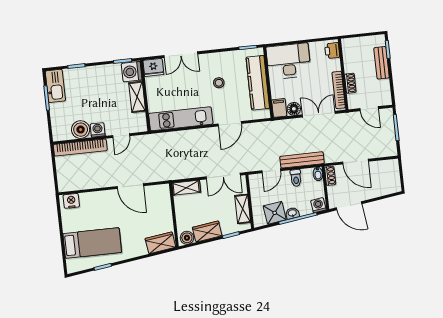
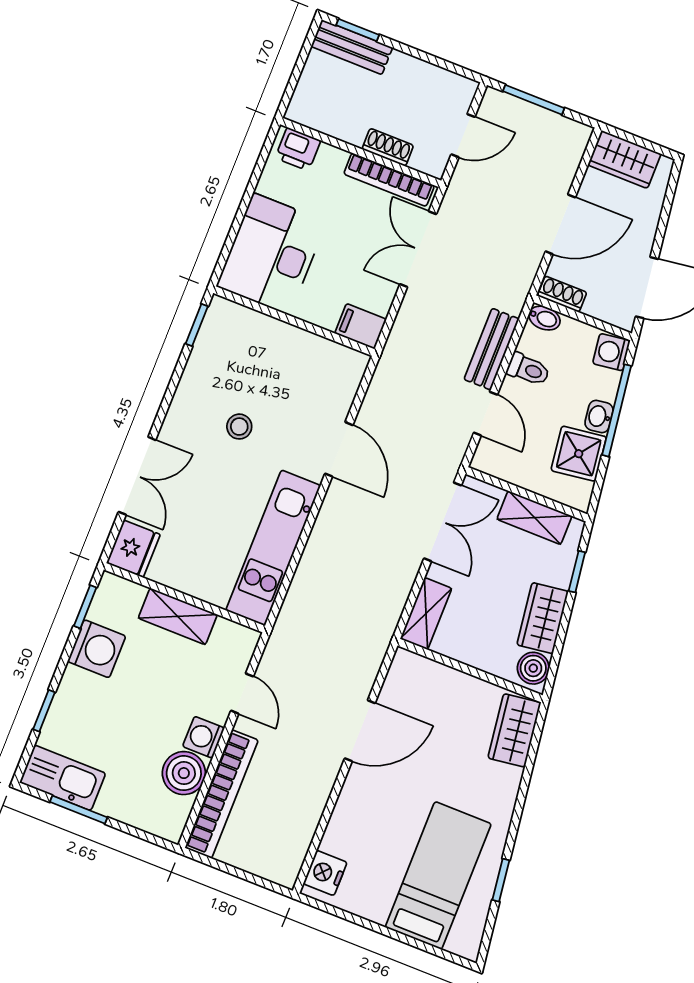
bench: (382, 63) -> (352, 47), moved
washing machine: (132, 72) -> (97, 649), moved, turned -90
kitchen counter: (258, 83) -> (283, 344), removed
floor lamp: (294, 109) -> (379, 296), removed
bench: (302, 160) -> (492, 349), width x0.73
wardrobe: (392, 173) -> (624, 159), added

